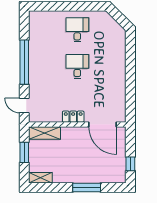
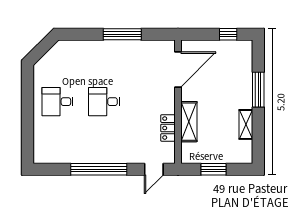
window: (130, 81) -> (122, 34), added
locker: (73, 117) -> (168, 128), moved
shelving: (45, 133) -> (189, 122), moved
shelving: (40, 178) -> (246, 124), moved

